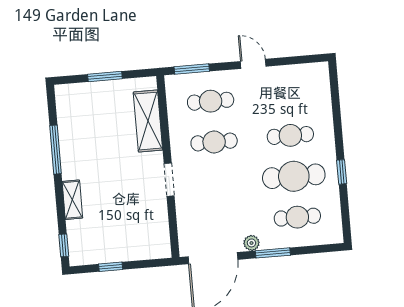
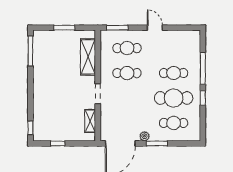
window: (338, 124) -> (203, 68), added
window: (56, 150) -> (30, 51), moved
shelving: (72, 200) -> (90, 121), moved

